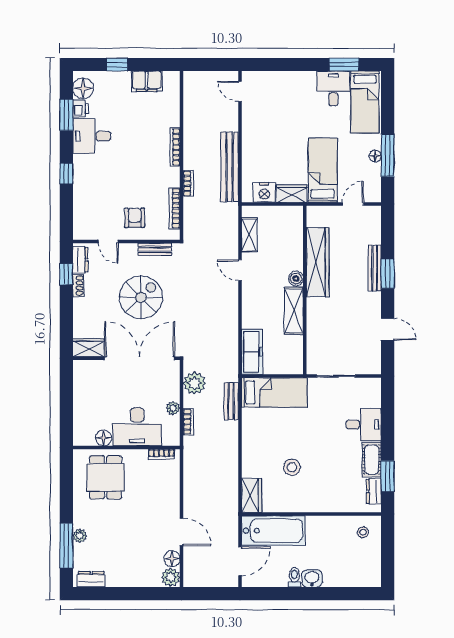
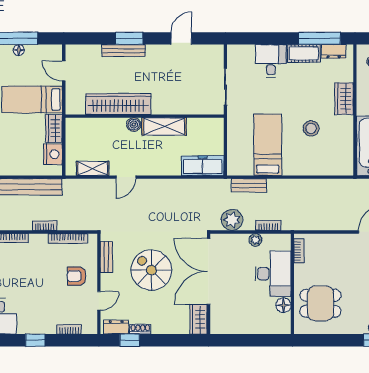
bookcase: (78, 210) -> (69, 329), added
bed: (274, 392) -> (268, 145), moved
window: (388, 476) -> (319, 38), width x1.44
wardrobe: (251, 495) -> (344, 99), moved, turned -90

